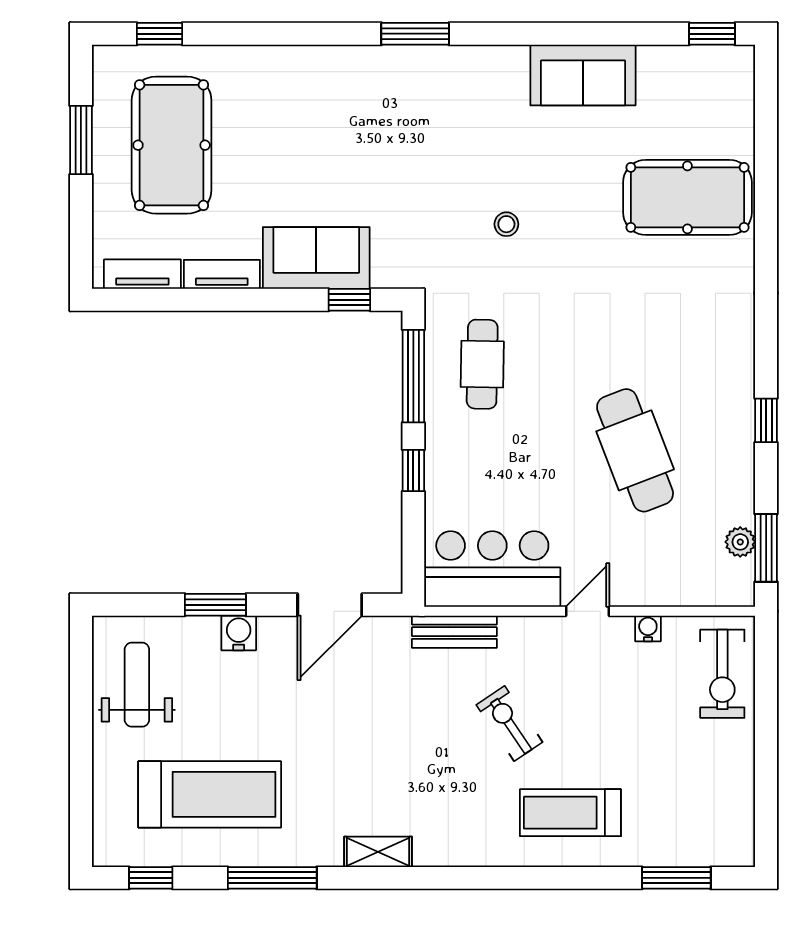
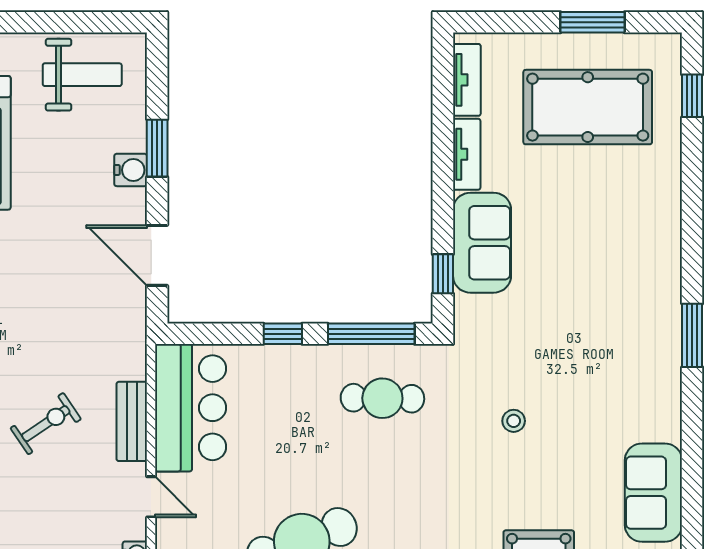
bench: (454, 632) -> (132, 421), moved

